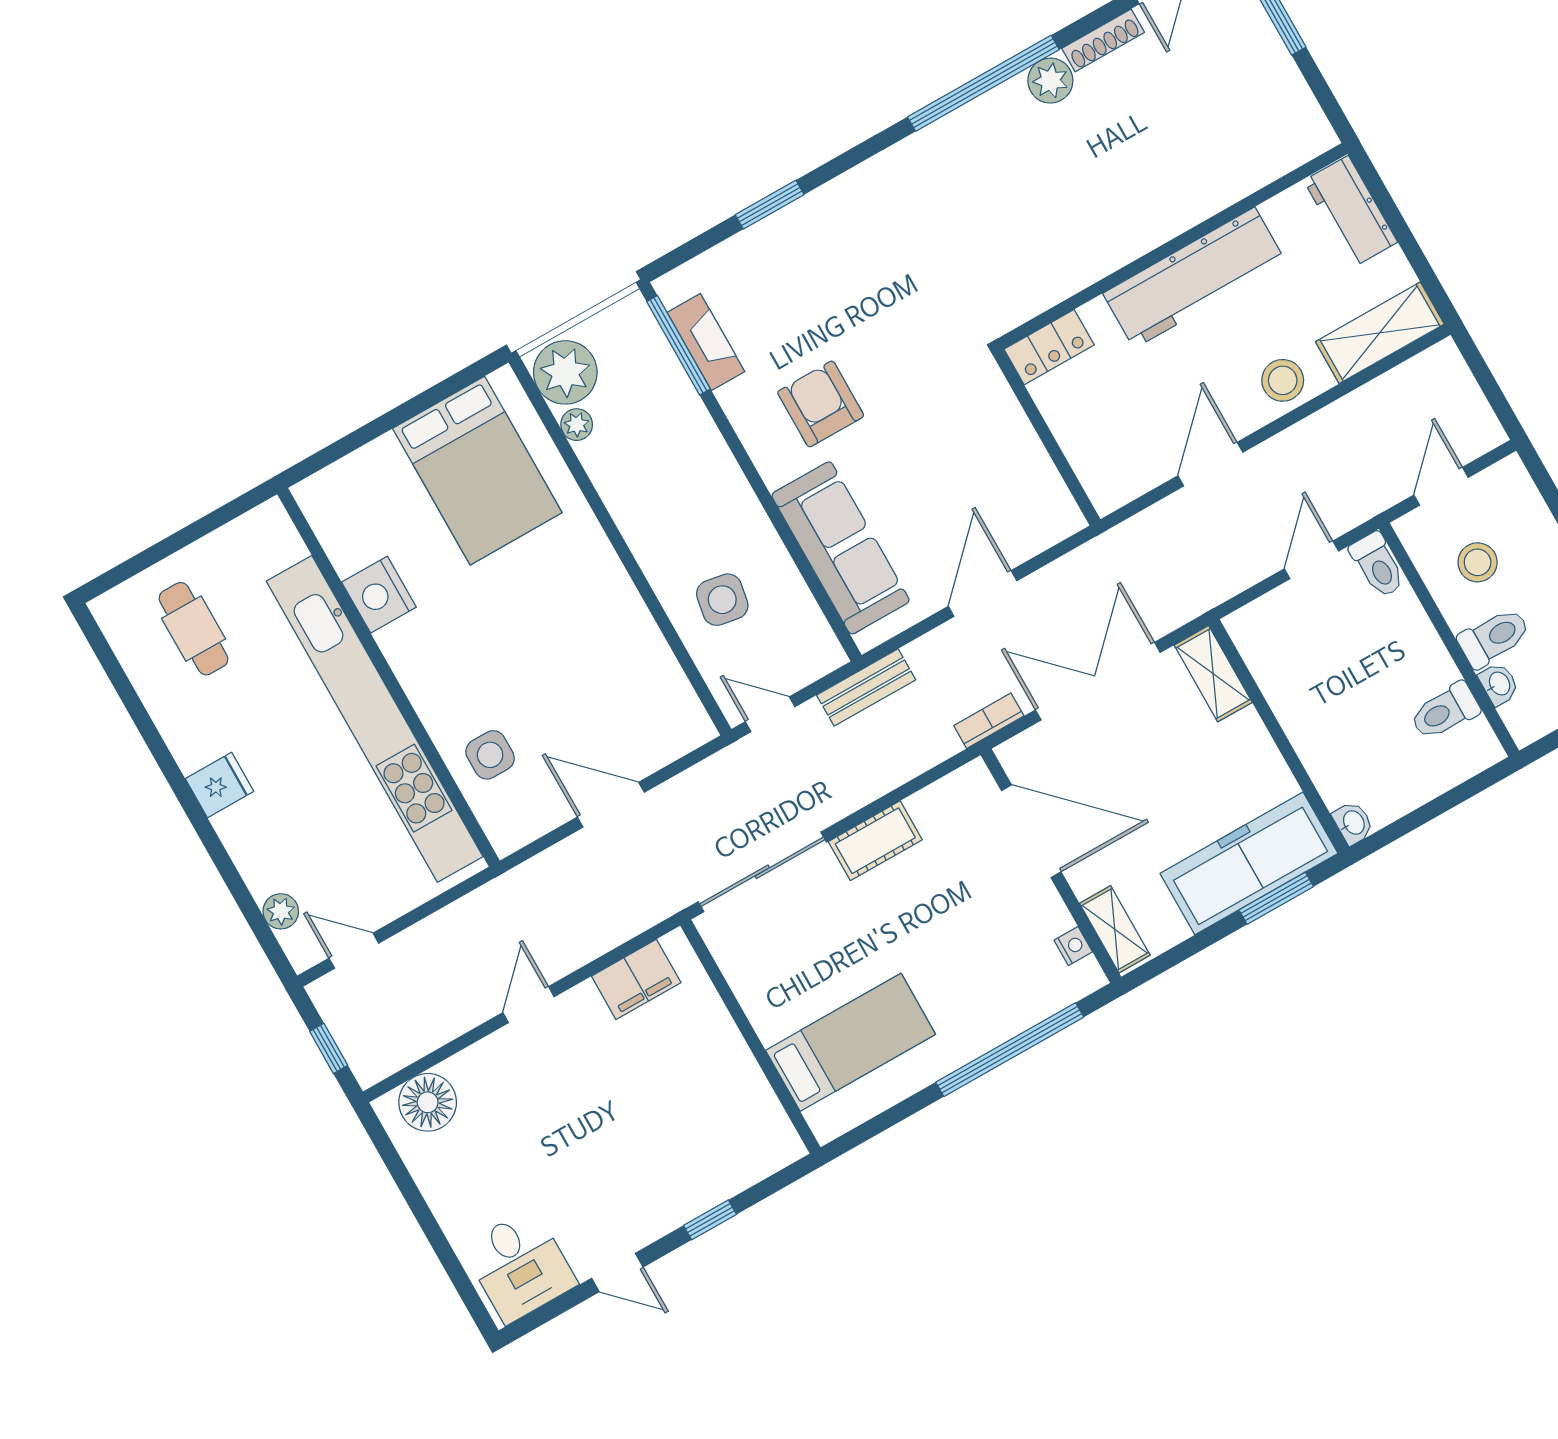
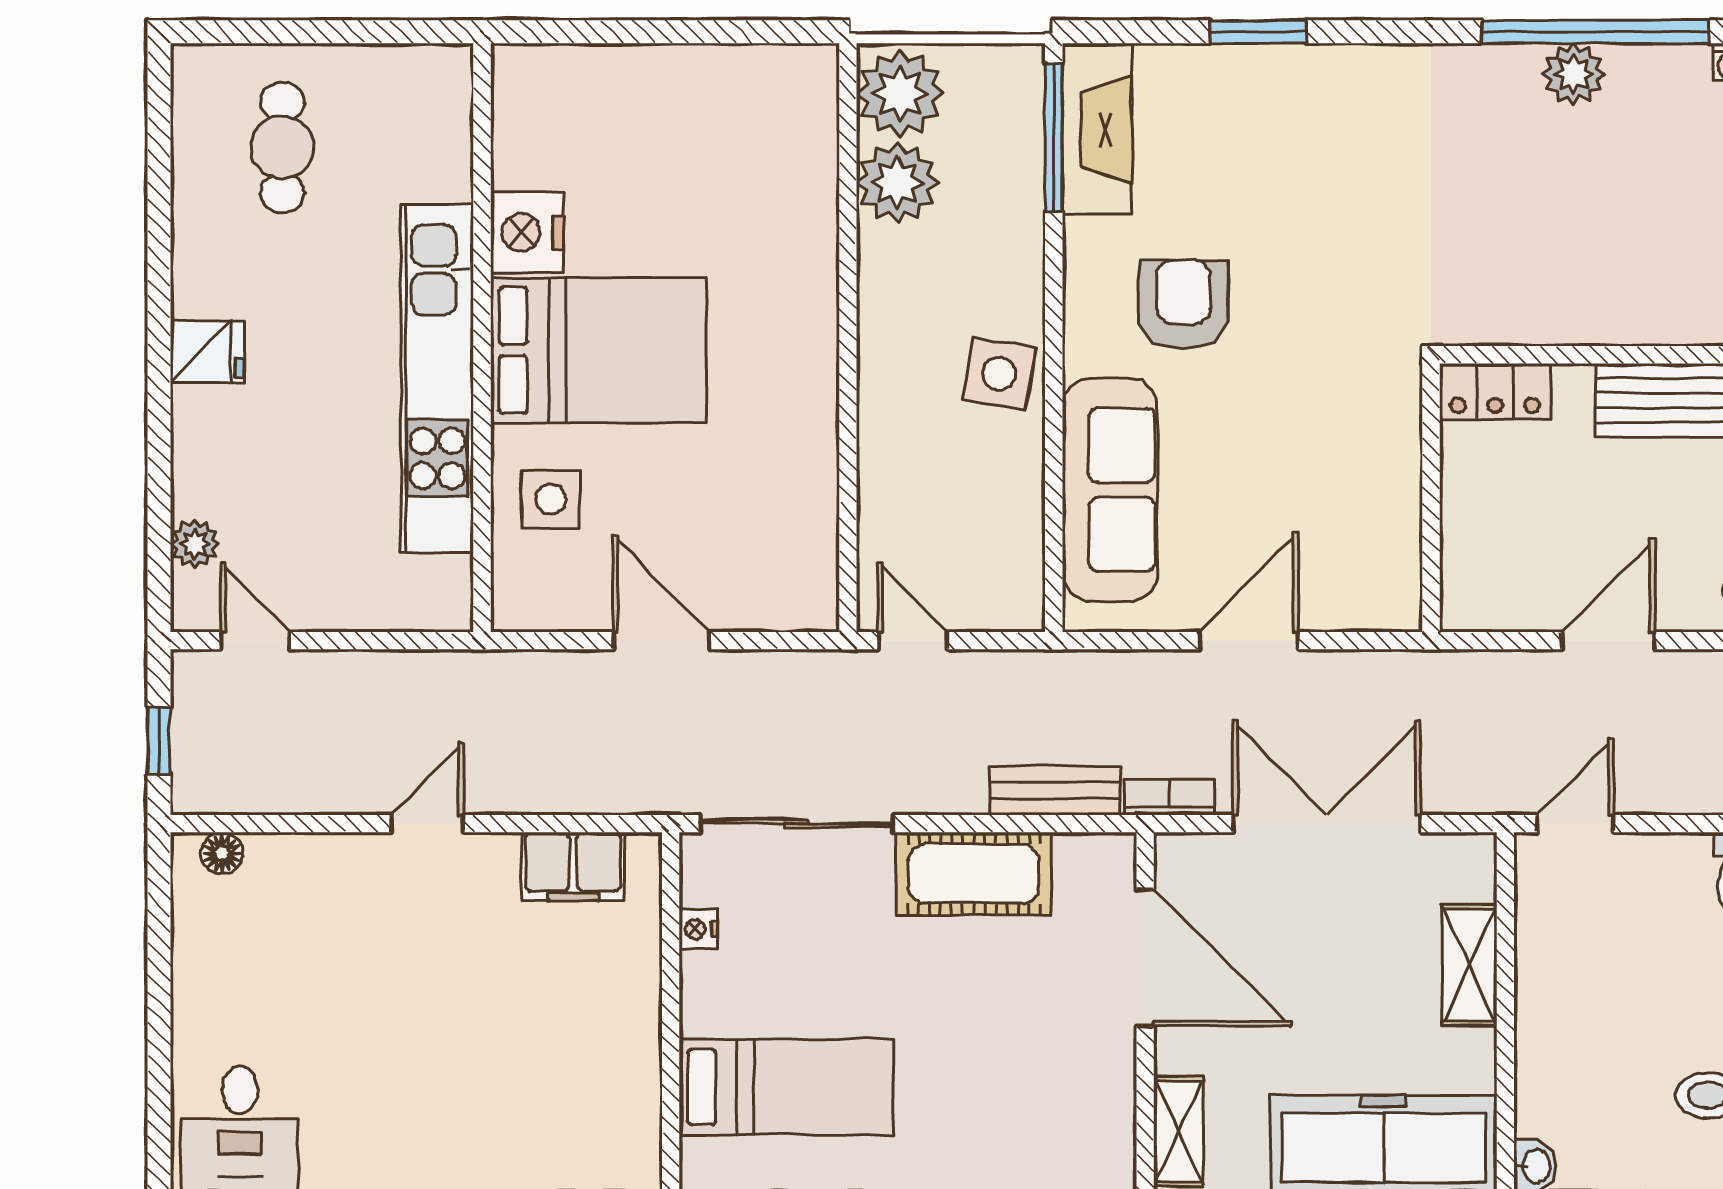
plant: (1050, 81) -> (1574, 74), moved
fireplace: (706, 342) -> (1097, 130), width x1.37, depth x1.32
plant: (577, 425) -> (897, 183), width x1.87, depth x1.87
bed: (477, 471) -> (598, 350), moved, turned -90
door: (1311, 560) -> (1575, 824), moved
side table: (722, 600) -> (999, 374), moved
shelving: (1213, 674) -> (1469, 965), moved
bench: (866, 687) -> (1055, 790), moved
kitchen unit: (375, 719) -> (437, 378), width x0.73
cot: (875, 841) -> (974, 874), width x1.37, depth x1.34
nightstand: (1073, 946) -> (698, 929), moved, turned 180
floor lamp: (428, 1102) -> (222, 853), width x0.53, depth x0.53

